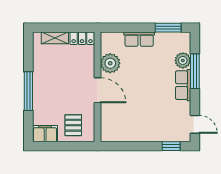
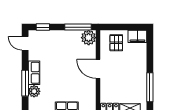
plant: (110, 63) -> (89, 38), moved
window: (28, 91) -> (150, 87), moved
window: (124, 146) -> (78, 27), added

